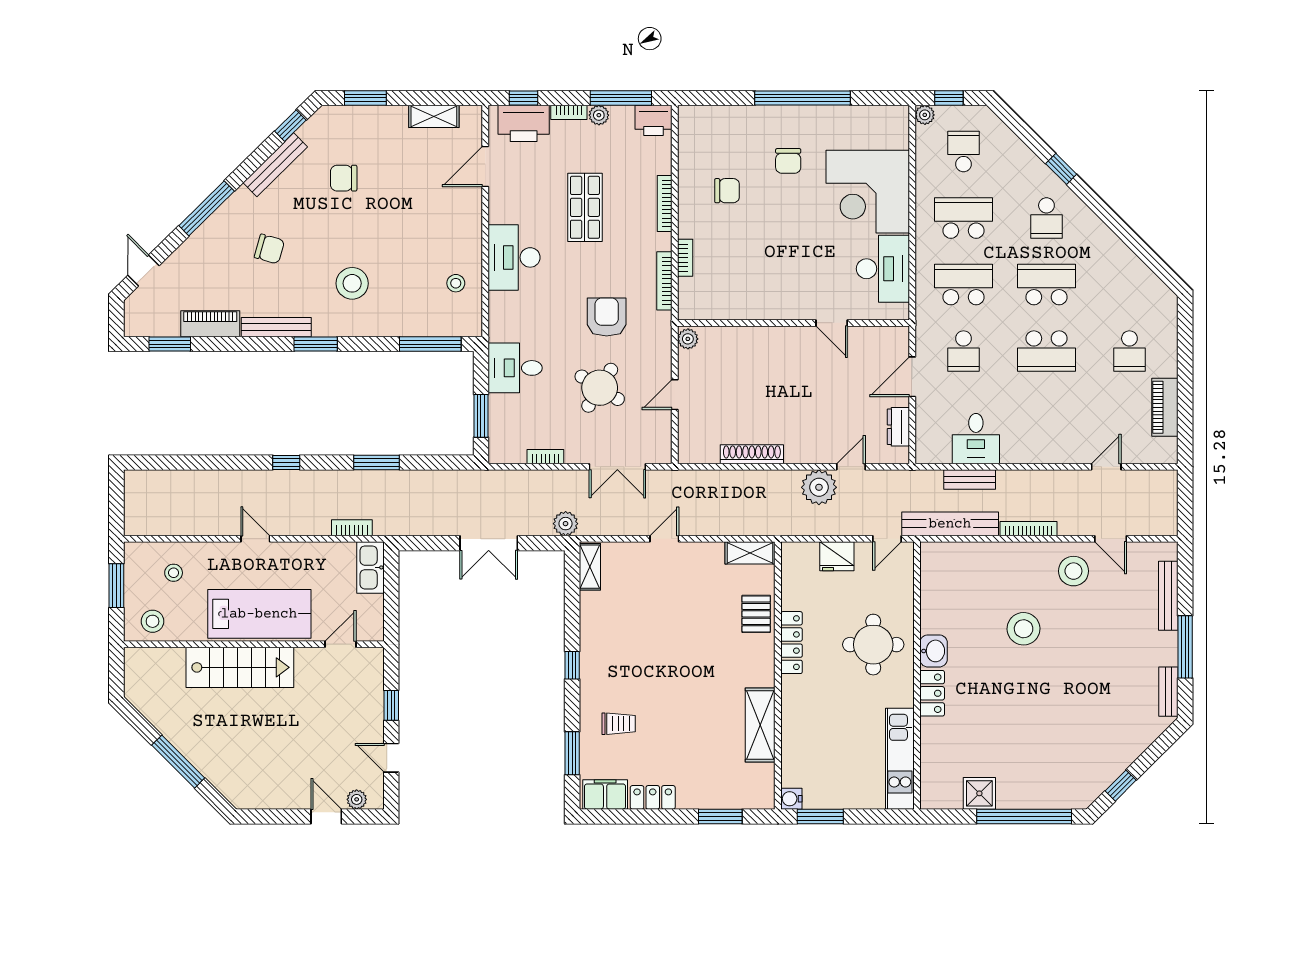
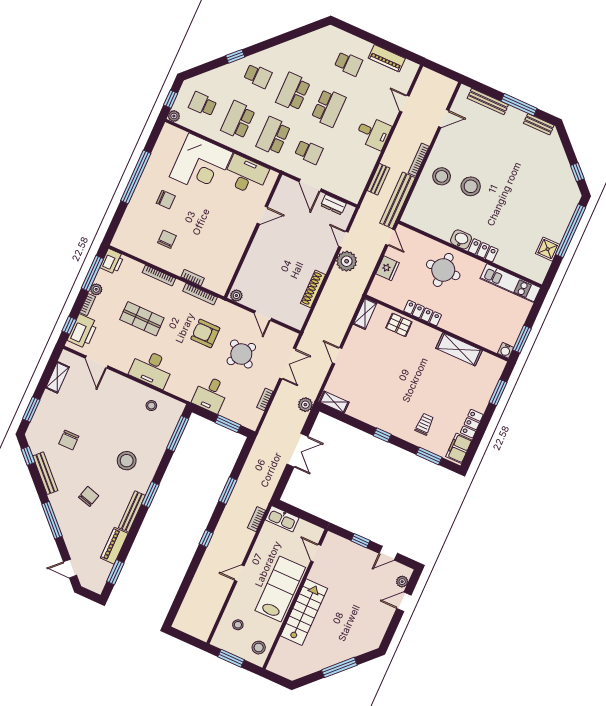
desk: (976, 439) -> (373, 133), moved
stool: (1073, 571) -> (442, 176), moved

